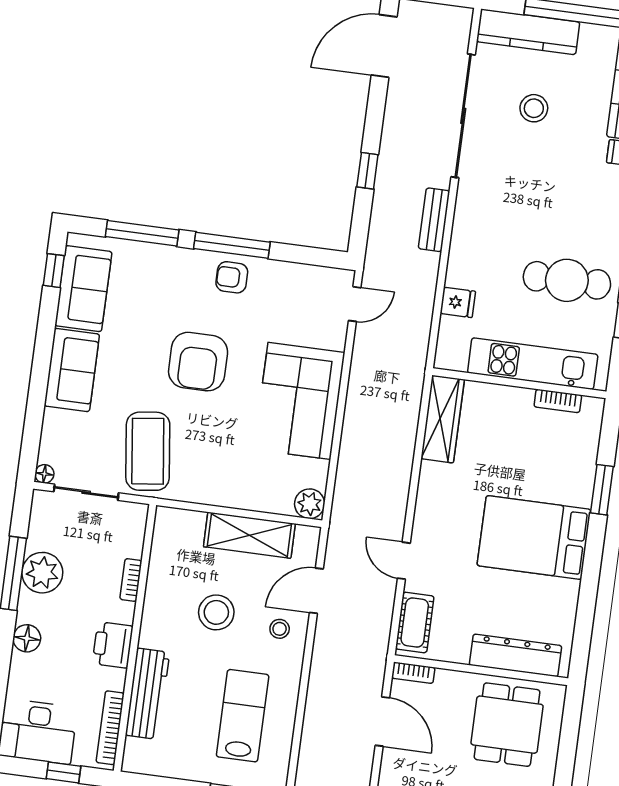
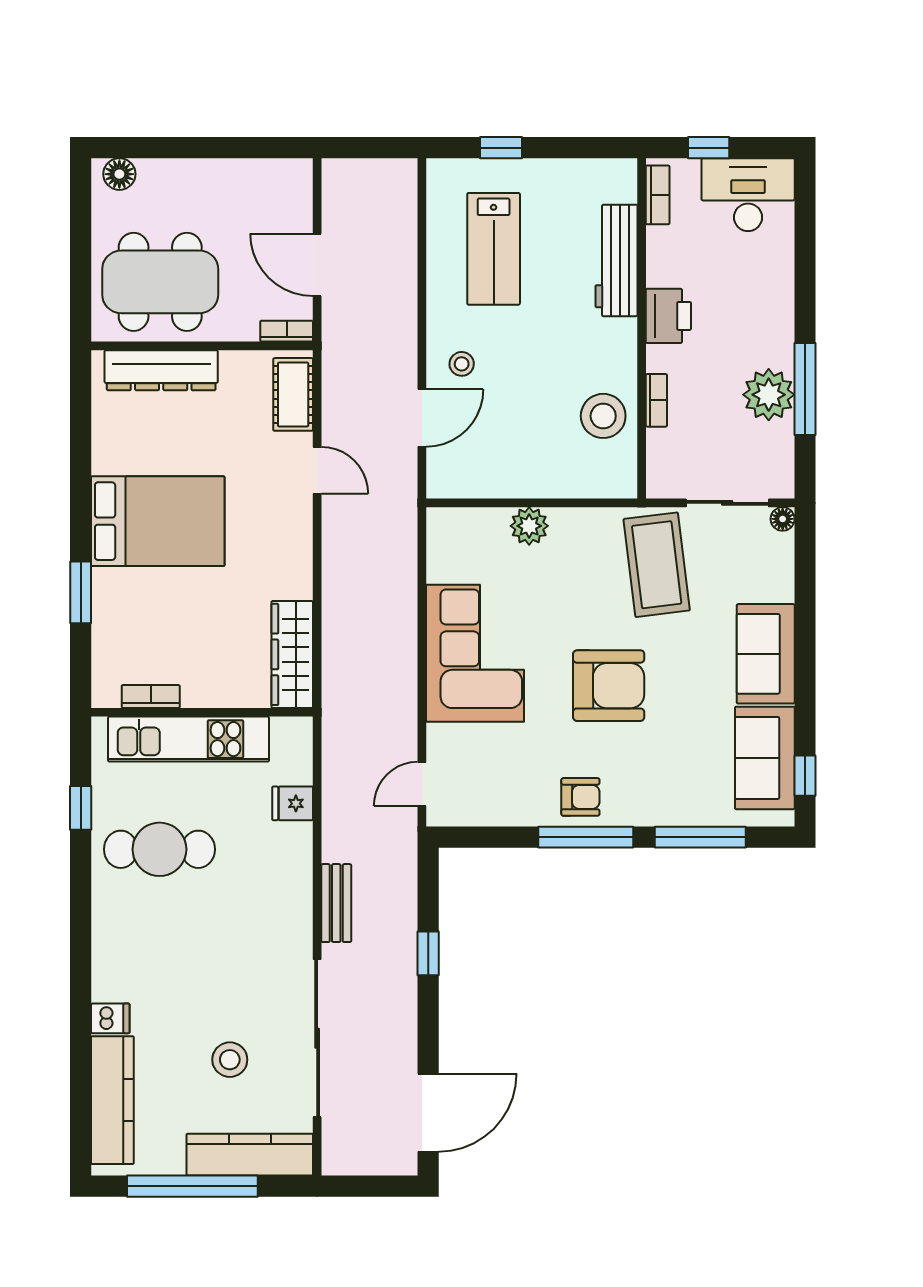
armchair: (198, 362) -> (609, 686), turned 90
plant: (310, 504) -> (529, 526), moved
shelving: (249, 535) -> (515, 476), removed
stool: (216, 612) -> (603, 416), moved
floor lamp: (27, 638) -> (777, 310), removed
dining table: (507, 725) -> (160, 282), width x1.37
bookcase: (110, 728) -> (658, 195), width x0.64

